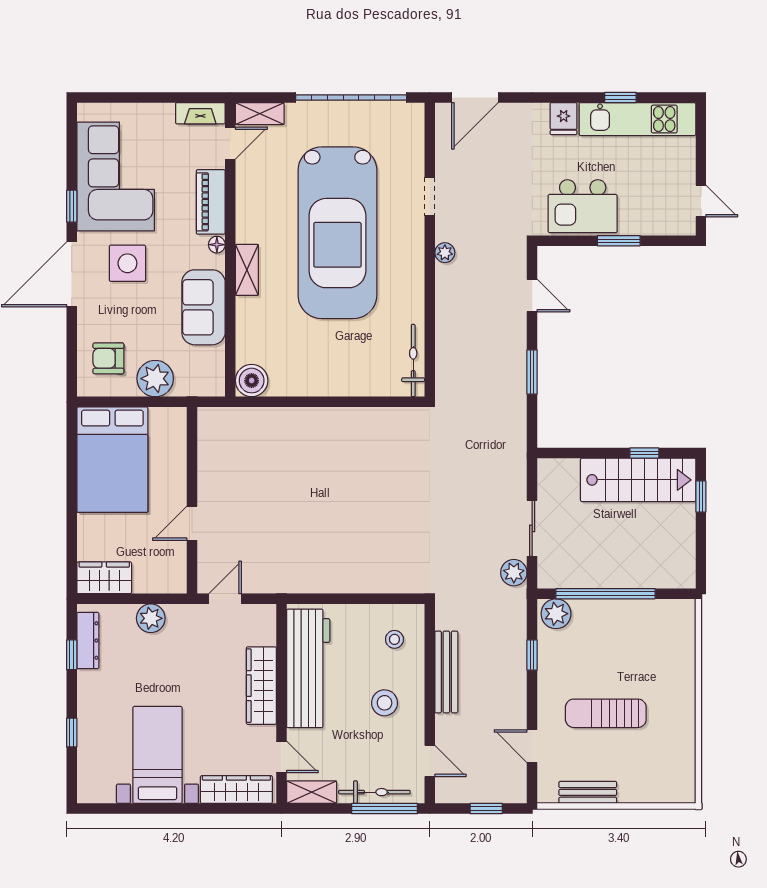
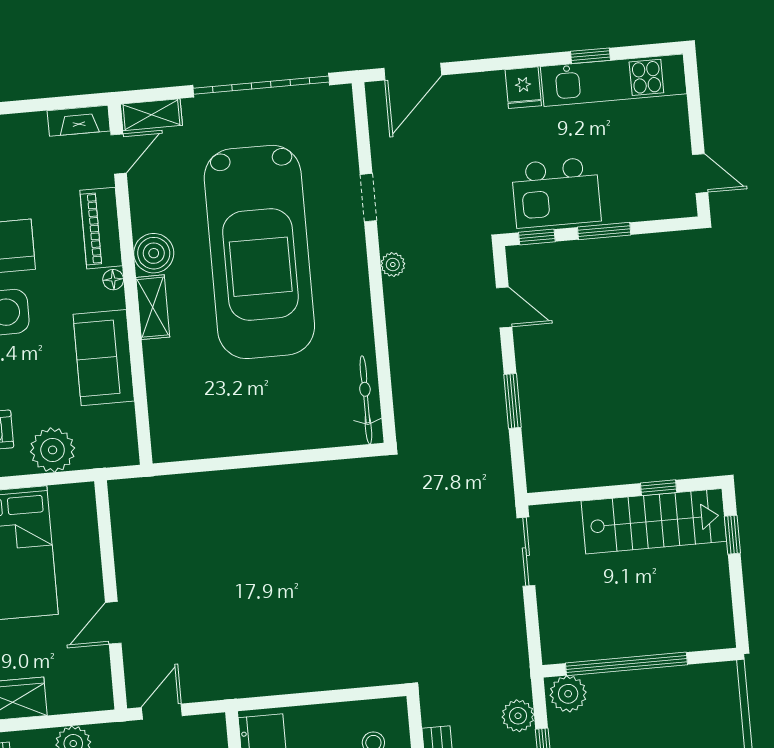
window: (564, 241) -> (537, 237), added
boiler: (252, 381) -> (154, 253), moved
sliding door: (532, 528) -> (526, 552), moved
plant: (514, 573) -> (518, 716), moved

